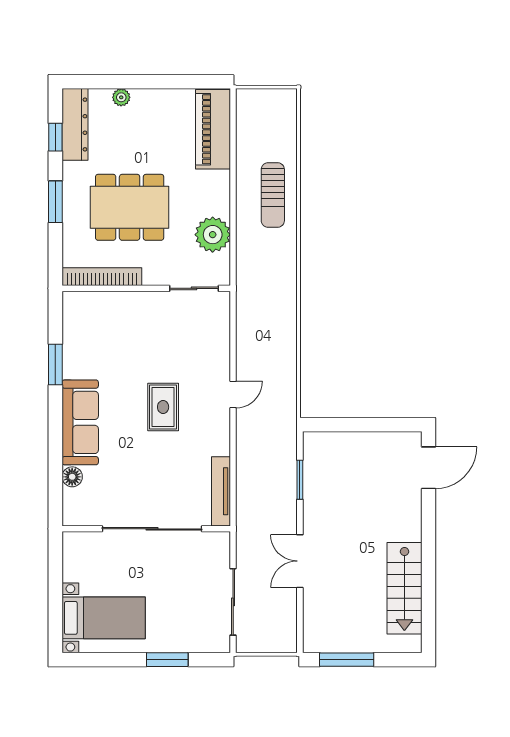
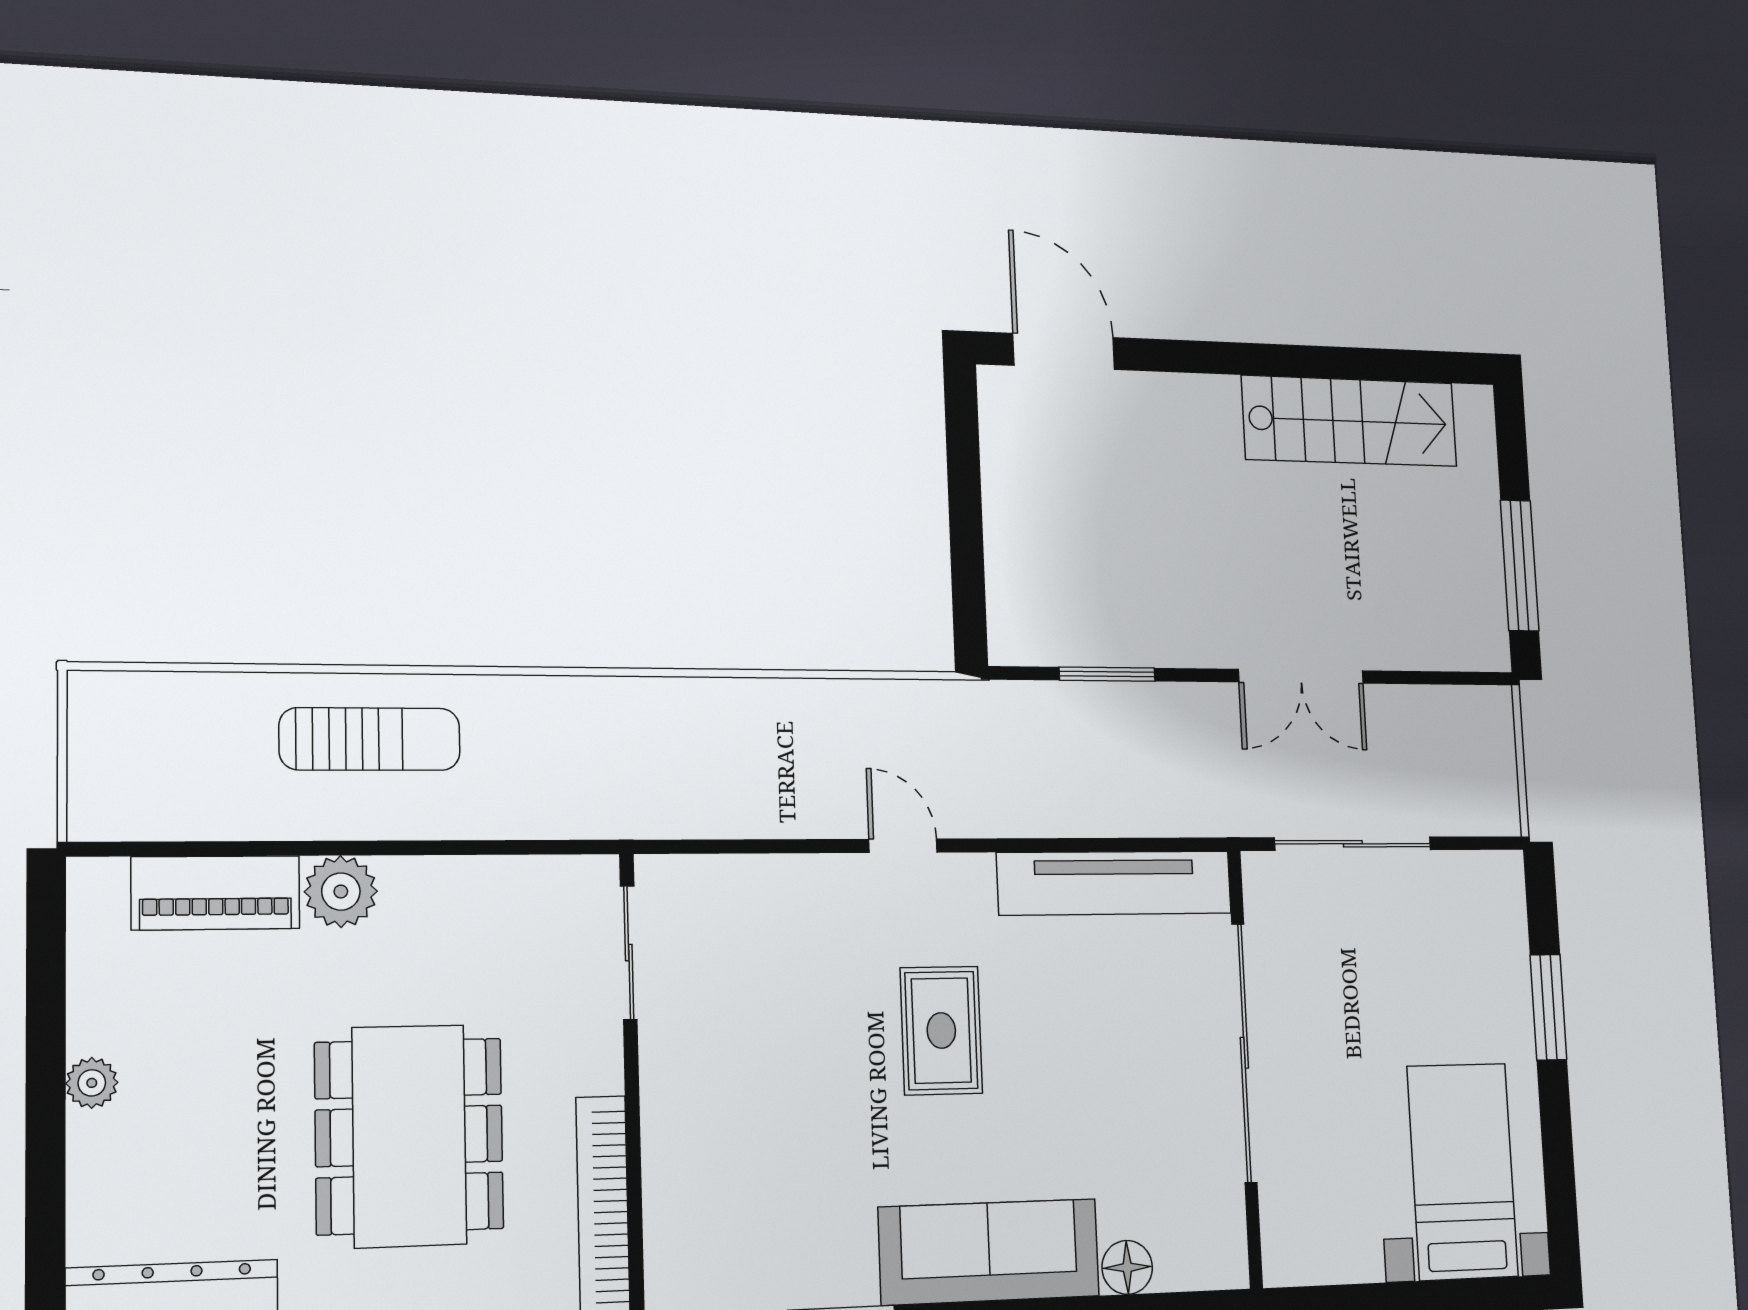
plant: (121, 97) -> (92, 1083), moved
piano: (213, 129) -> (216, 893), width x0.73, depth x0.75
plant: (213, 235) -> (341, 892), moved, width x0.73, depth x0.73
rug: (163, 407) -> (941, 1030), turned 90
tv unit: (221, 491) -> (1115, 883), width x1.36, depth x1.29
sliding door: (233, 602) -> (1353, 844), moved

